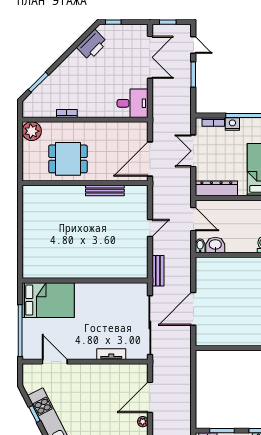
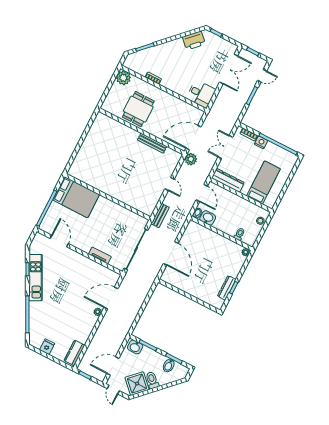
door: (193, 45) -> (262, 76), hinge flipped
dining table: (68, 159) -> (138, 109), turned 90
plant: (160, 186) -> (191, 159), added
door: (150, 228) -> (170, 184), hinge flipped
door: (193, 309) -> (171, 253), swing flipped

